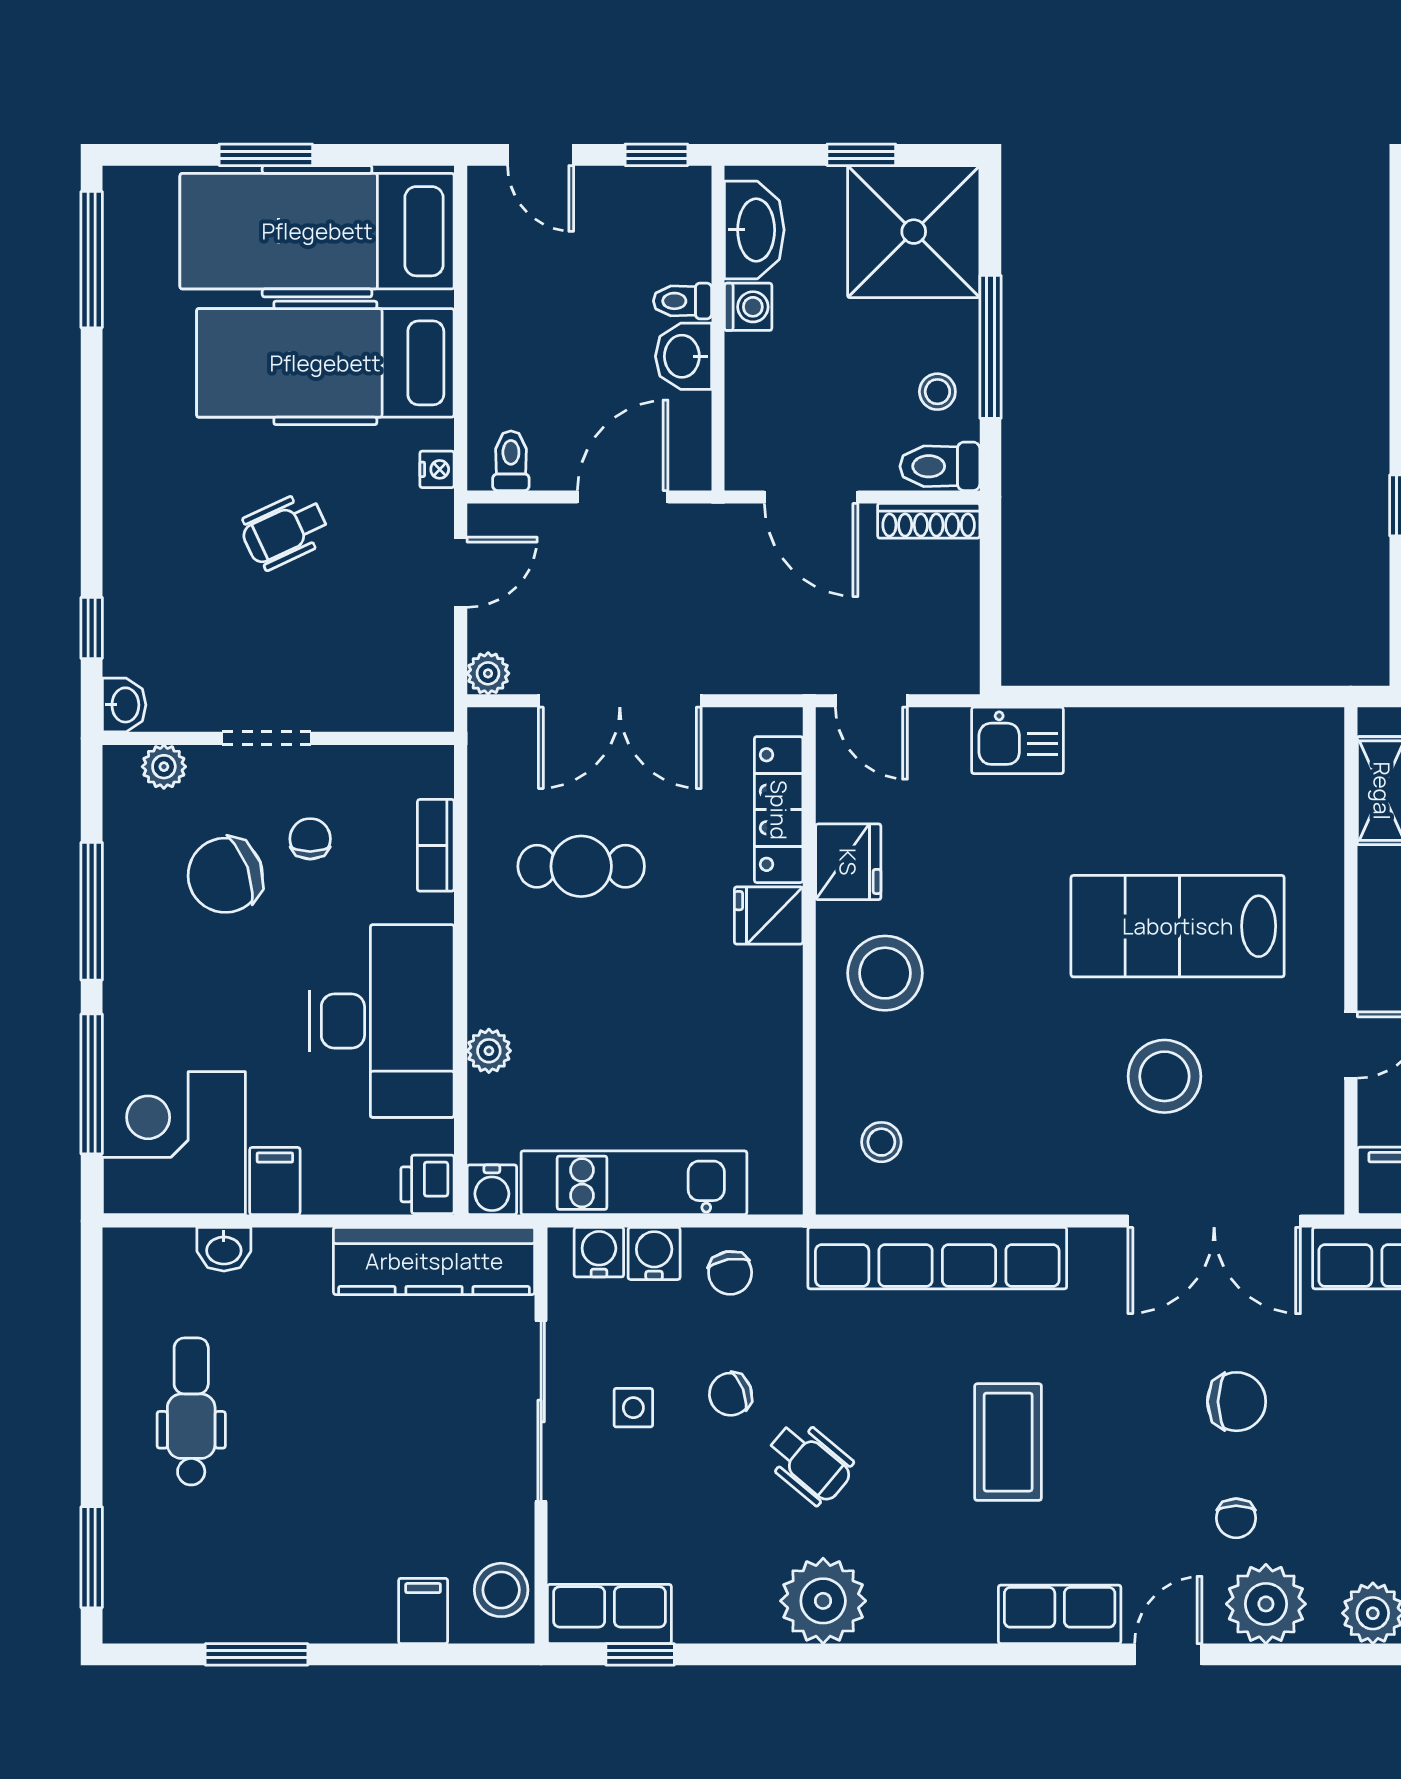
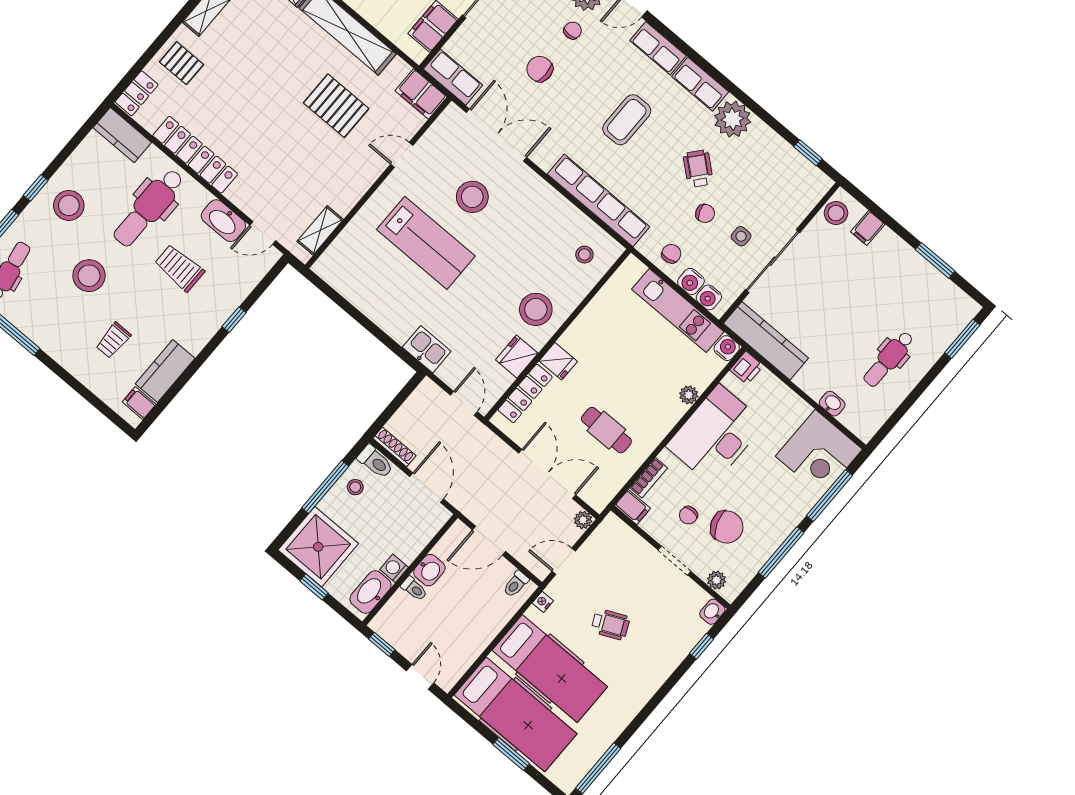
filing cabinet: (275, 1181) -> (632, 507), moved, turned -90
row of seats: (609, 1614) -> (700, 84), moved

